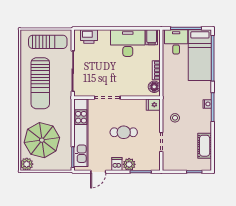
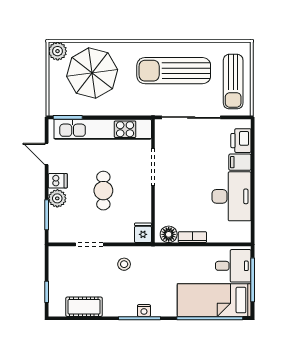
filing cabinet: (152, 37) -> (240, 162), moved

